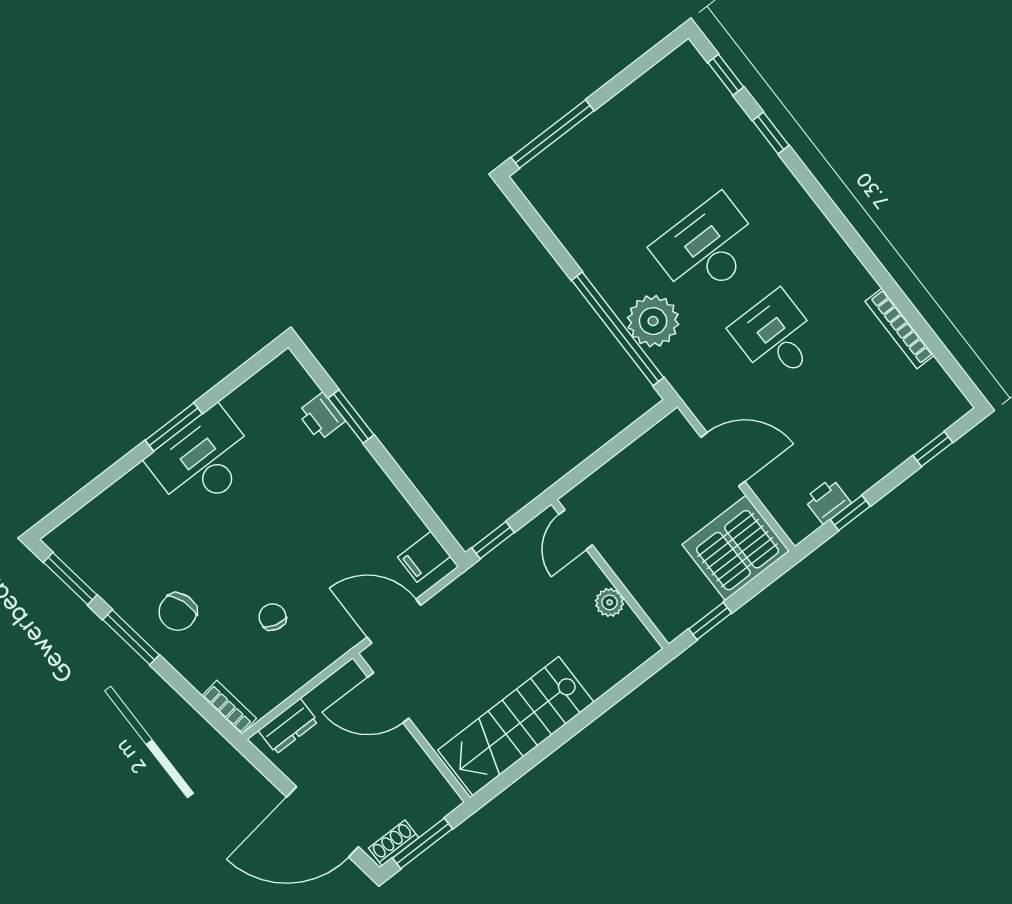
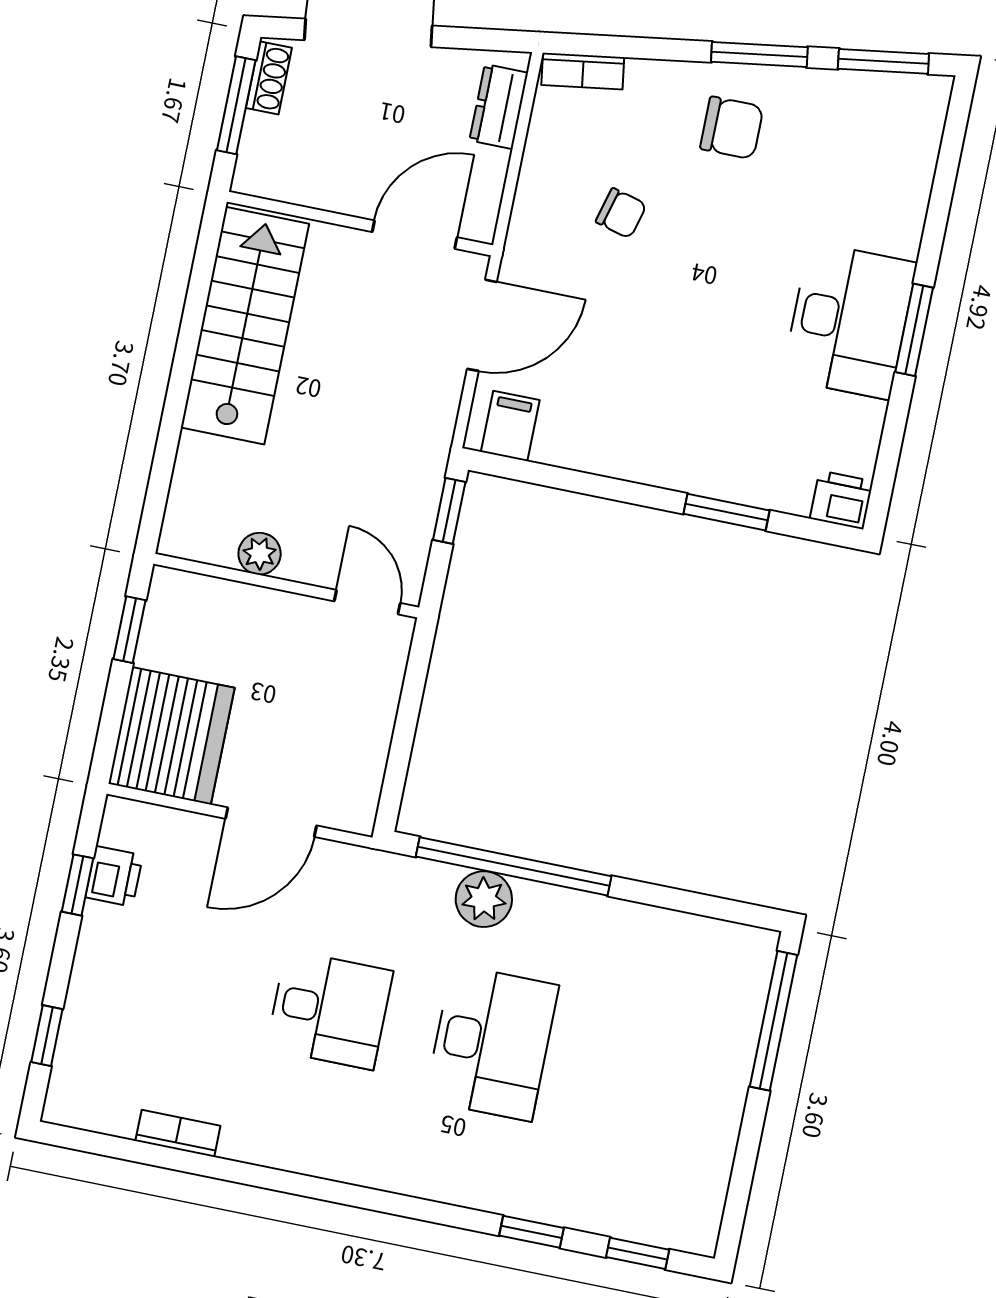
plant: (653, 321) -> (484, 899), width x0.73, depth x0.73
bookcase: (899, 328) -> (178, 1133), width x0.64
printer: (321, 417) -> (841, 500), moved
chair: (178, 612) -> (732, 128), turned 109

